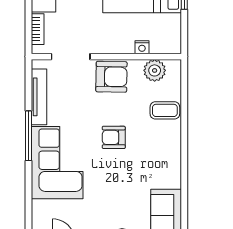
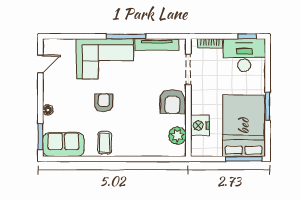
nightstand: (142, 47) -> (200, 126), width x1.89, depth x1.79
coffee table: (165, 110) -> (105, 143), moved
armchair: (114, 137) -> (104, 103), moved

